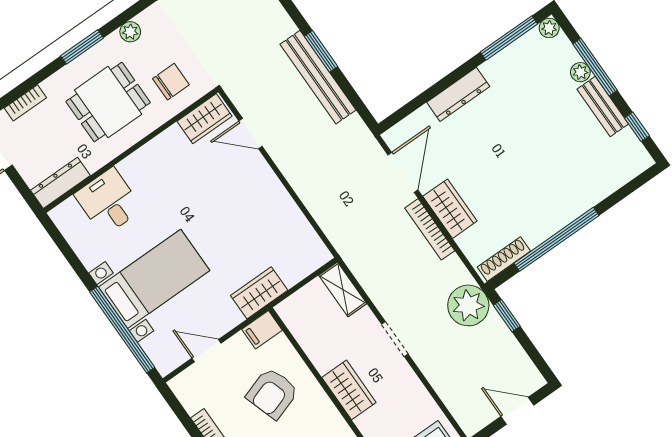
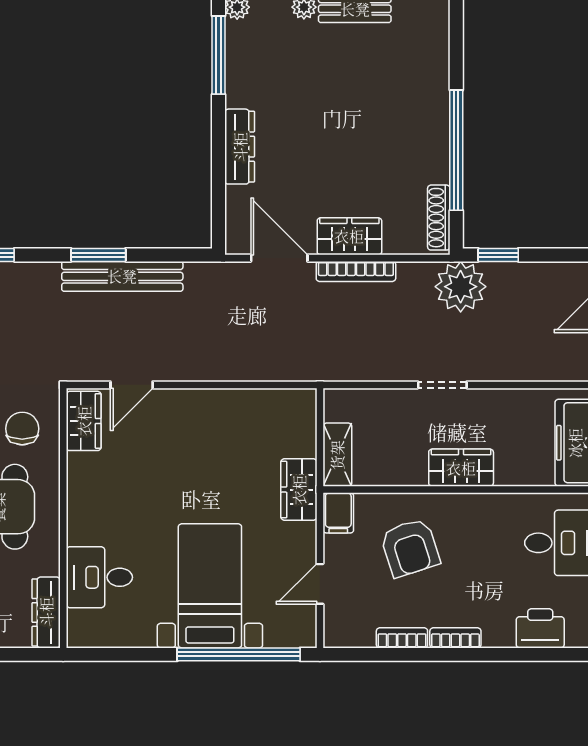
shelving: (343, 289) -> (337, 455), moved, turned 90

